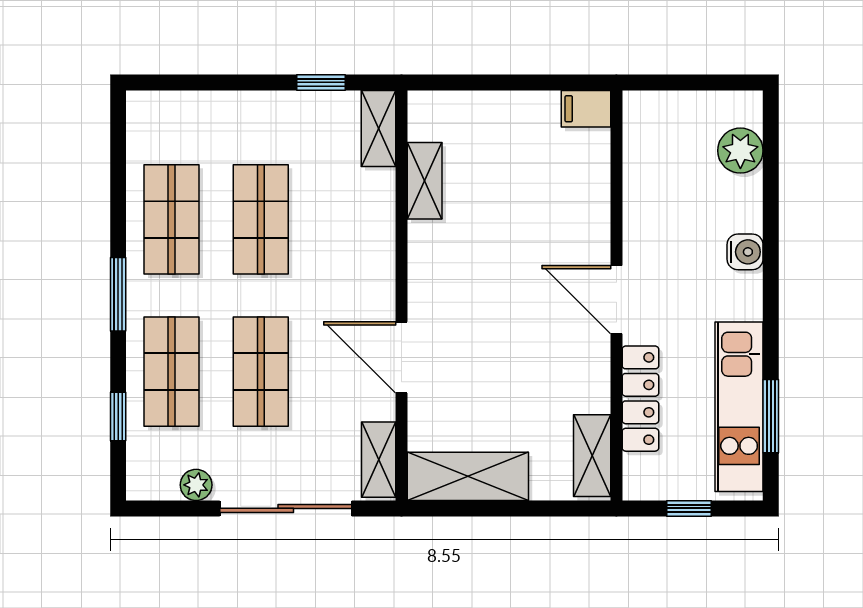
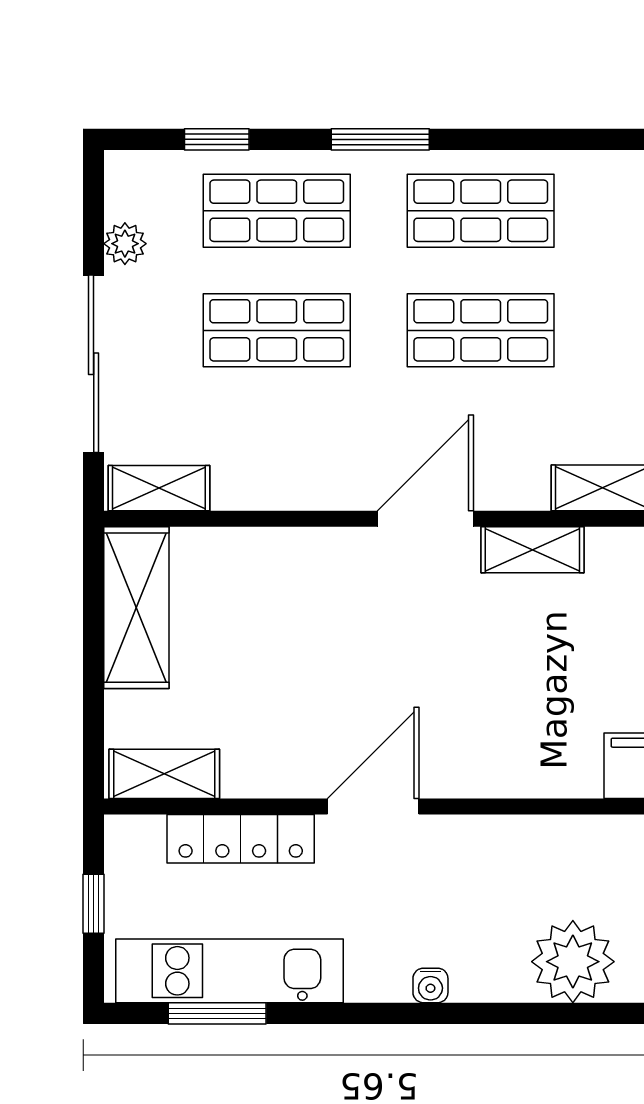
plant: (740, 151) -> (573, 962), width x1.36, depth x1.36
water cooler: (745, 252) -> (430, 985), width x0.72, depth x0.72
door: (401, 357) -> (425, 519), moved

